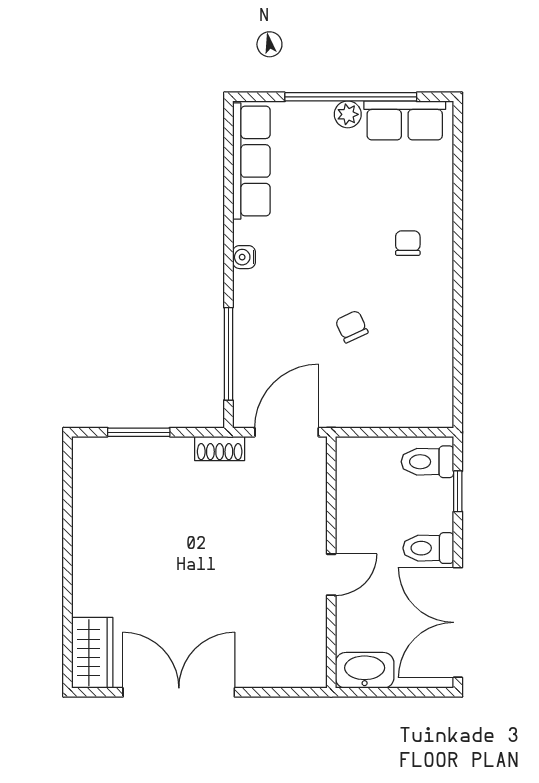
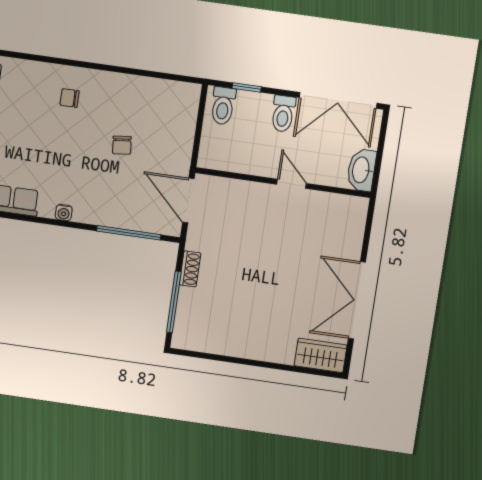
chair: (352, 327) -> (122, 145), turned -71
window: (139, 432) -> (174, 302), width x1.44
shoe rack: (220, 448) -> (190, 269), moved

